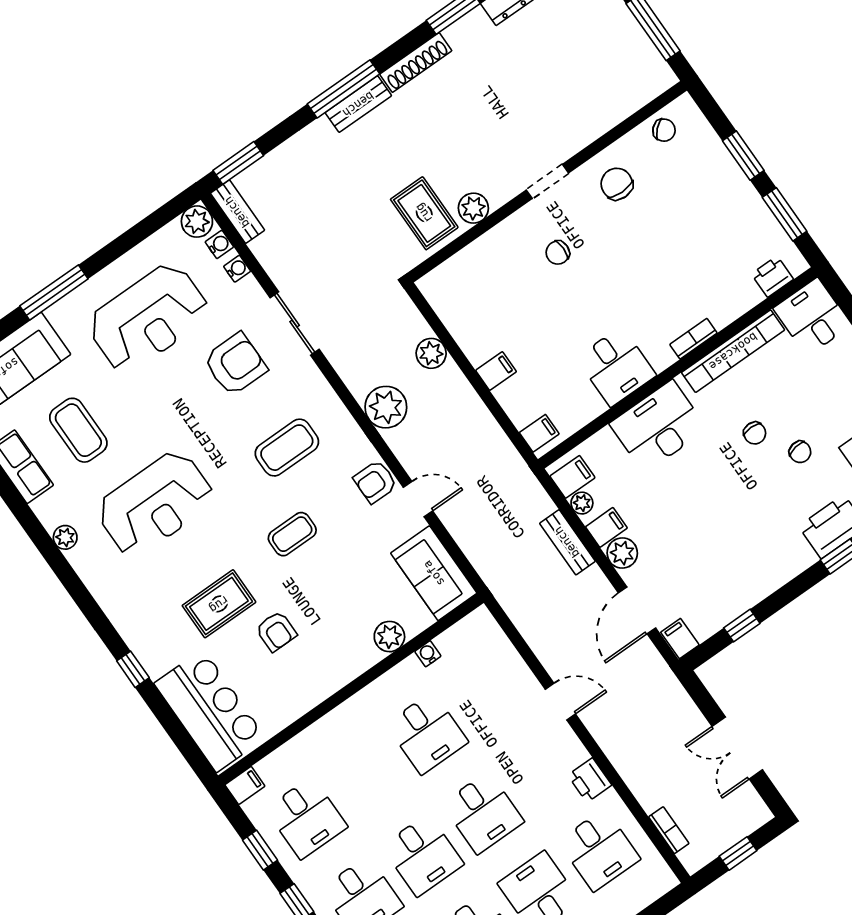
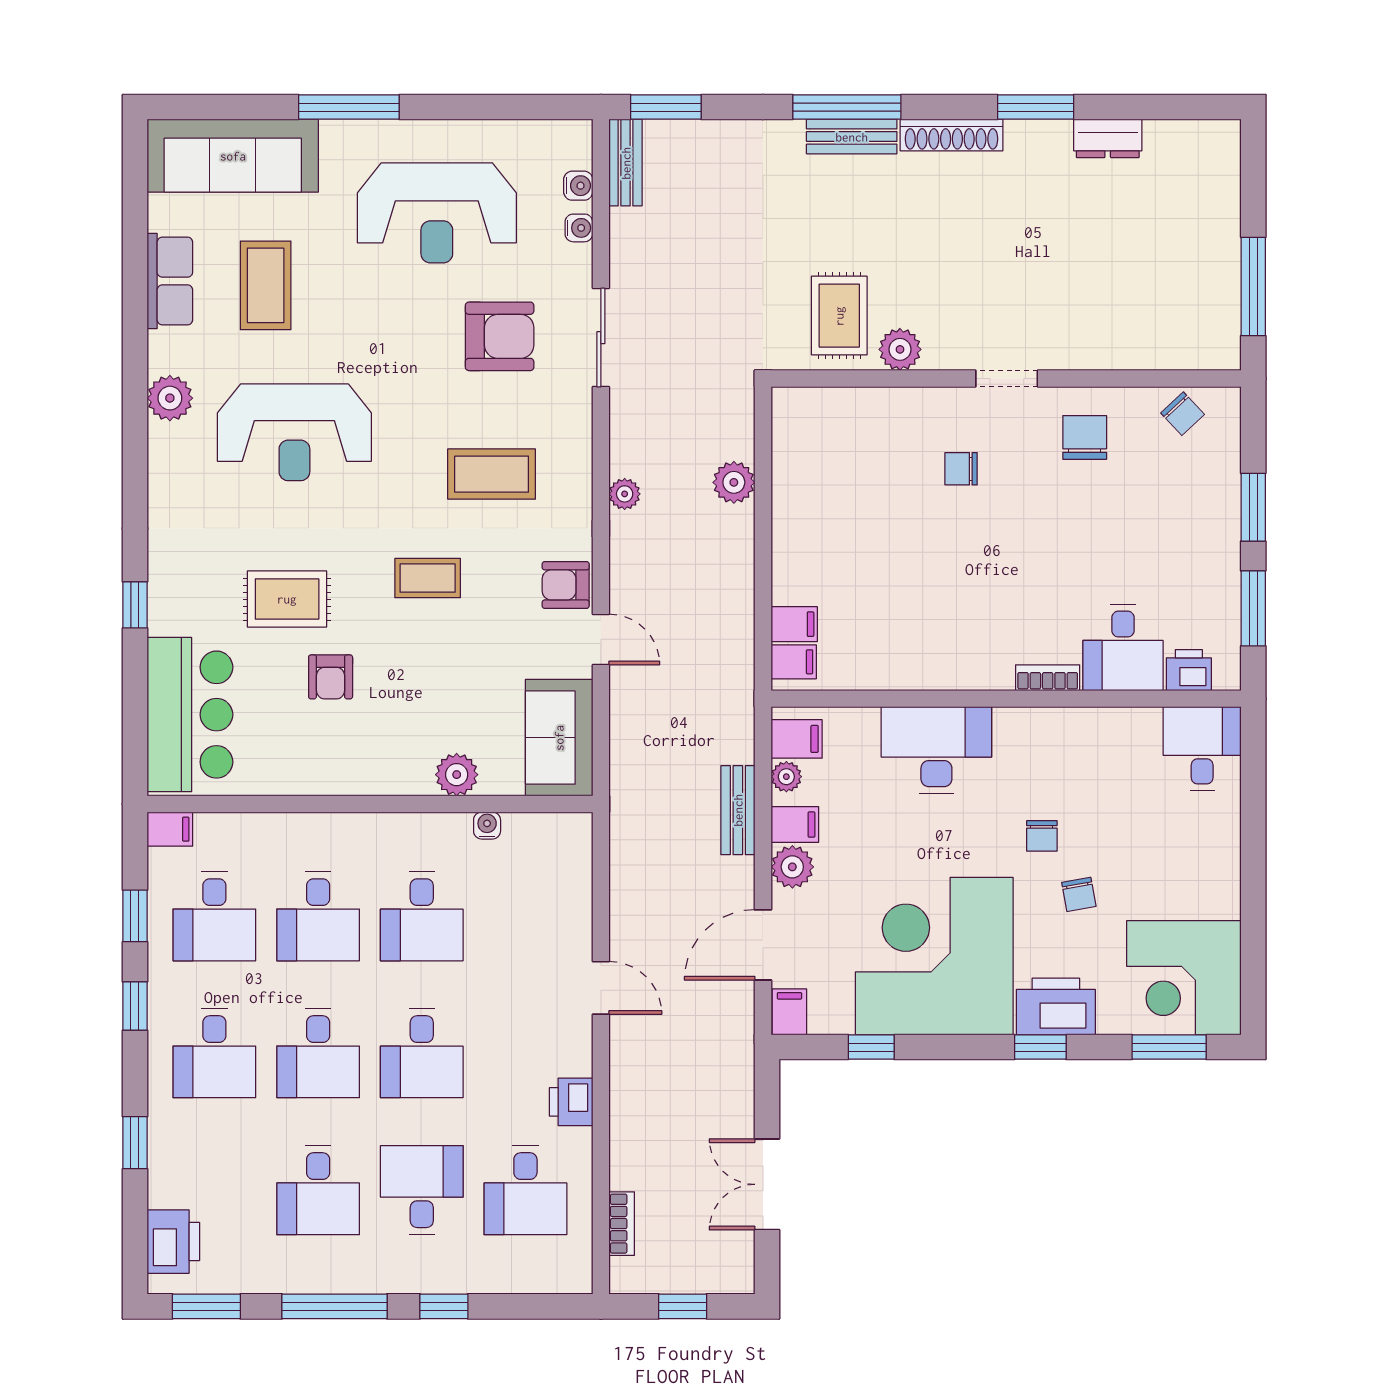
plant: (197, 222) -> (571, 141), removed
bookcase: (733, 351) -> (1083, 724), removed
desk: (616, 367) -> (1123, 647), moved
filing cabinet: (496, 371) -> (794, 624), moved
plant: (386, 407) -> (625, 494), width x0.53, depth x0.53
plant: (65, 537) -> (170, 398), width x1.38, depth x1.38
corner desk: (741, 547) -> (934, 956), added
desk: (367, 776) -> (318, 916), added

